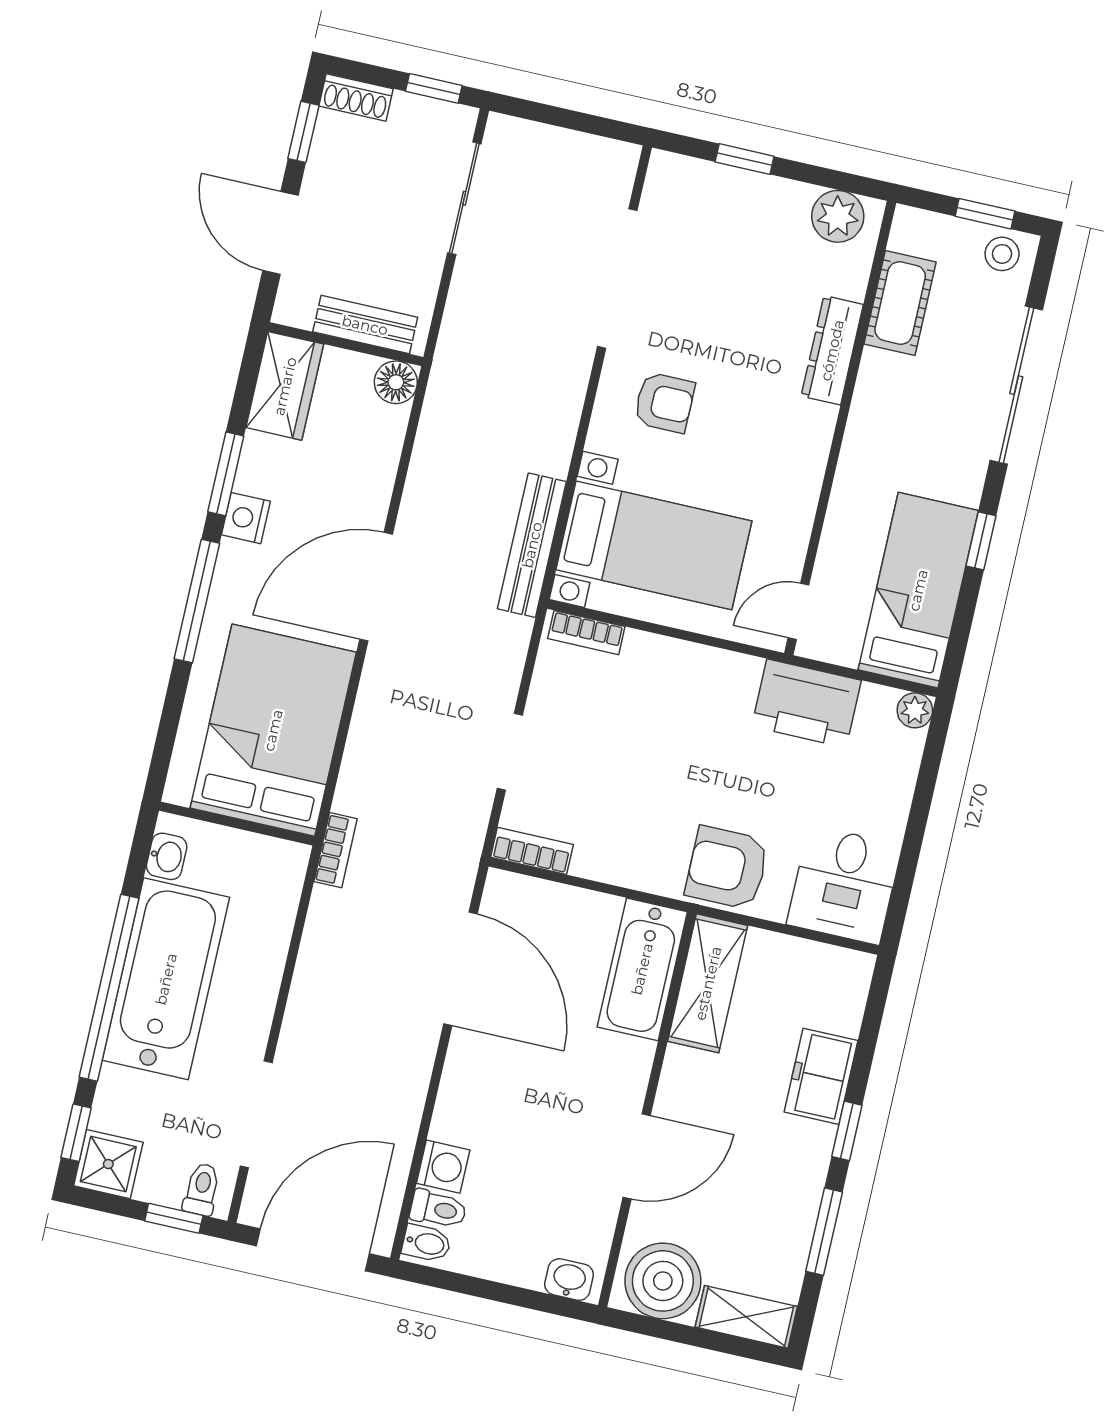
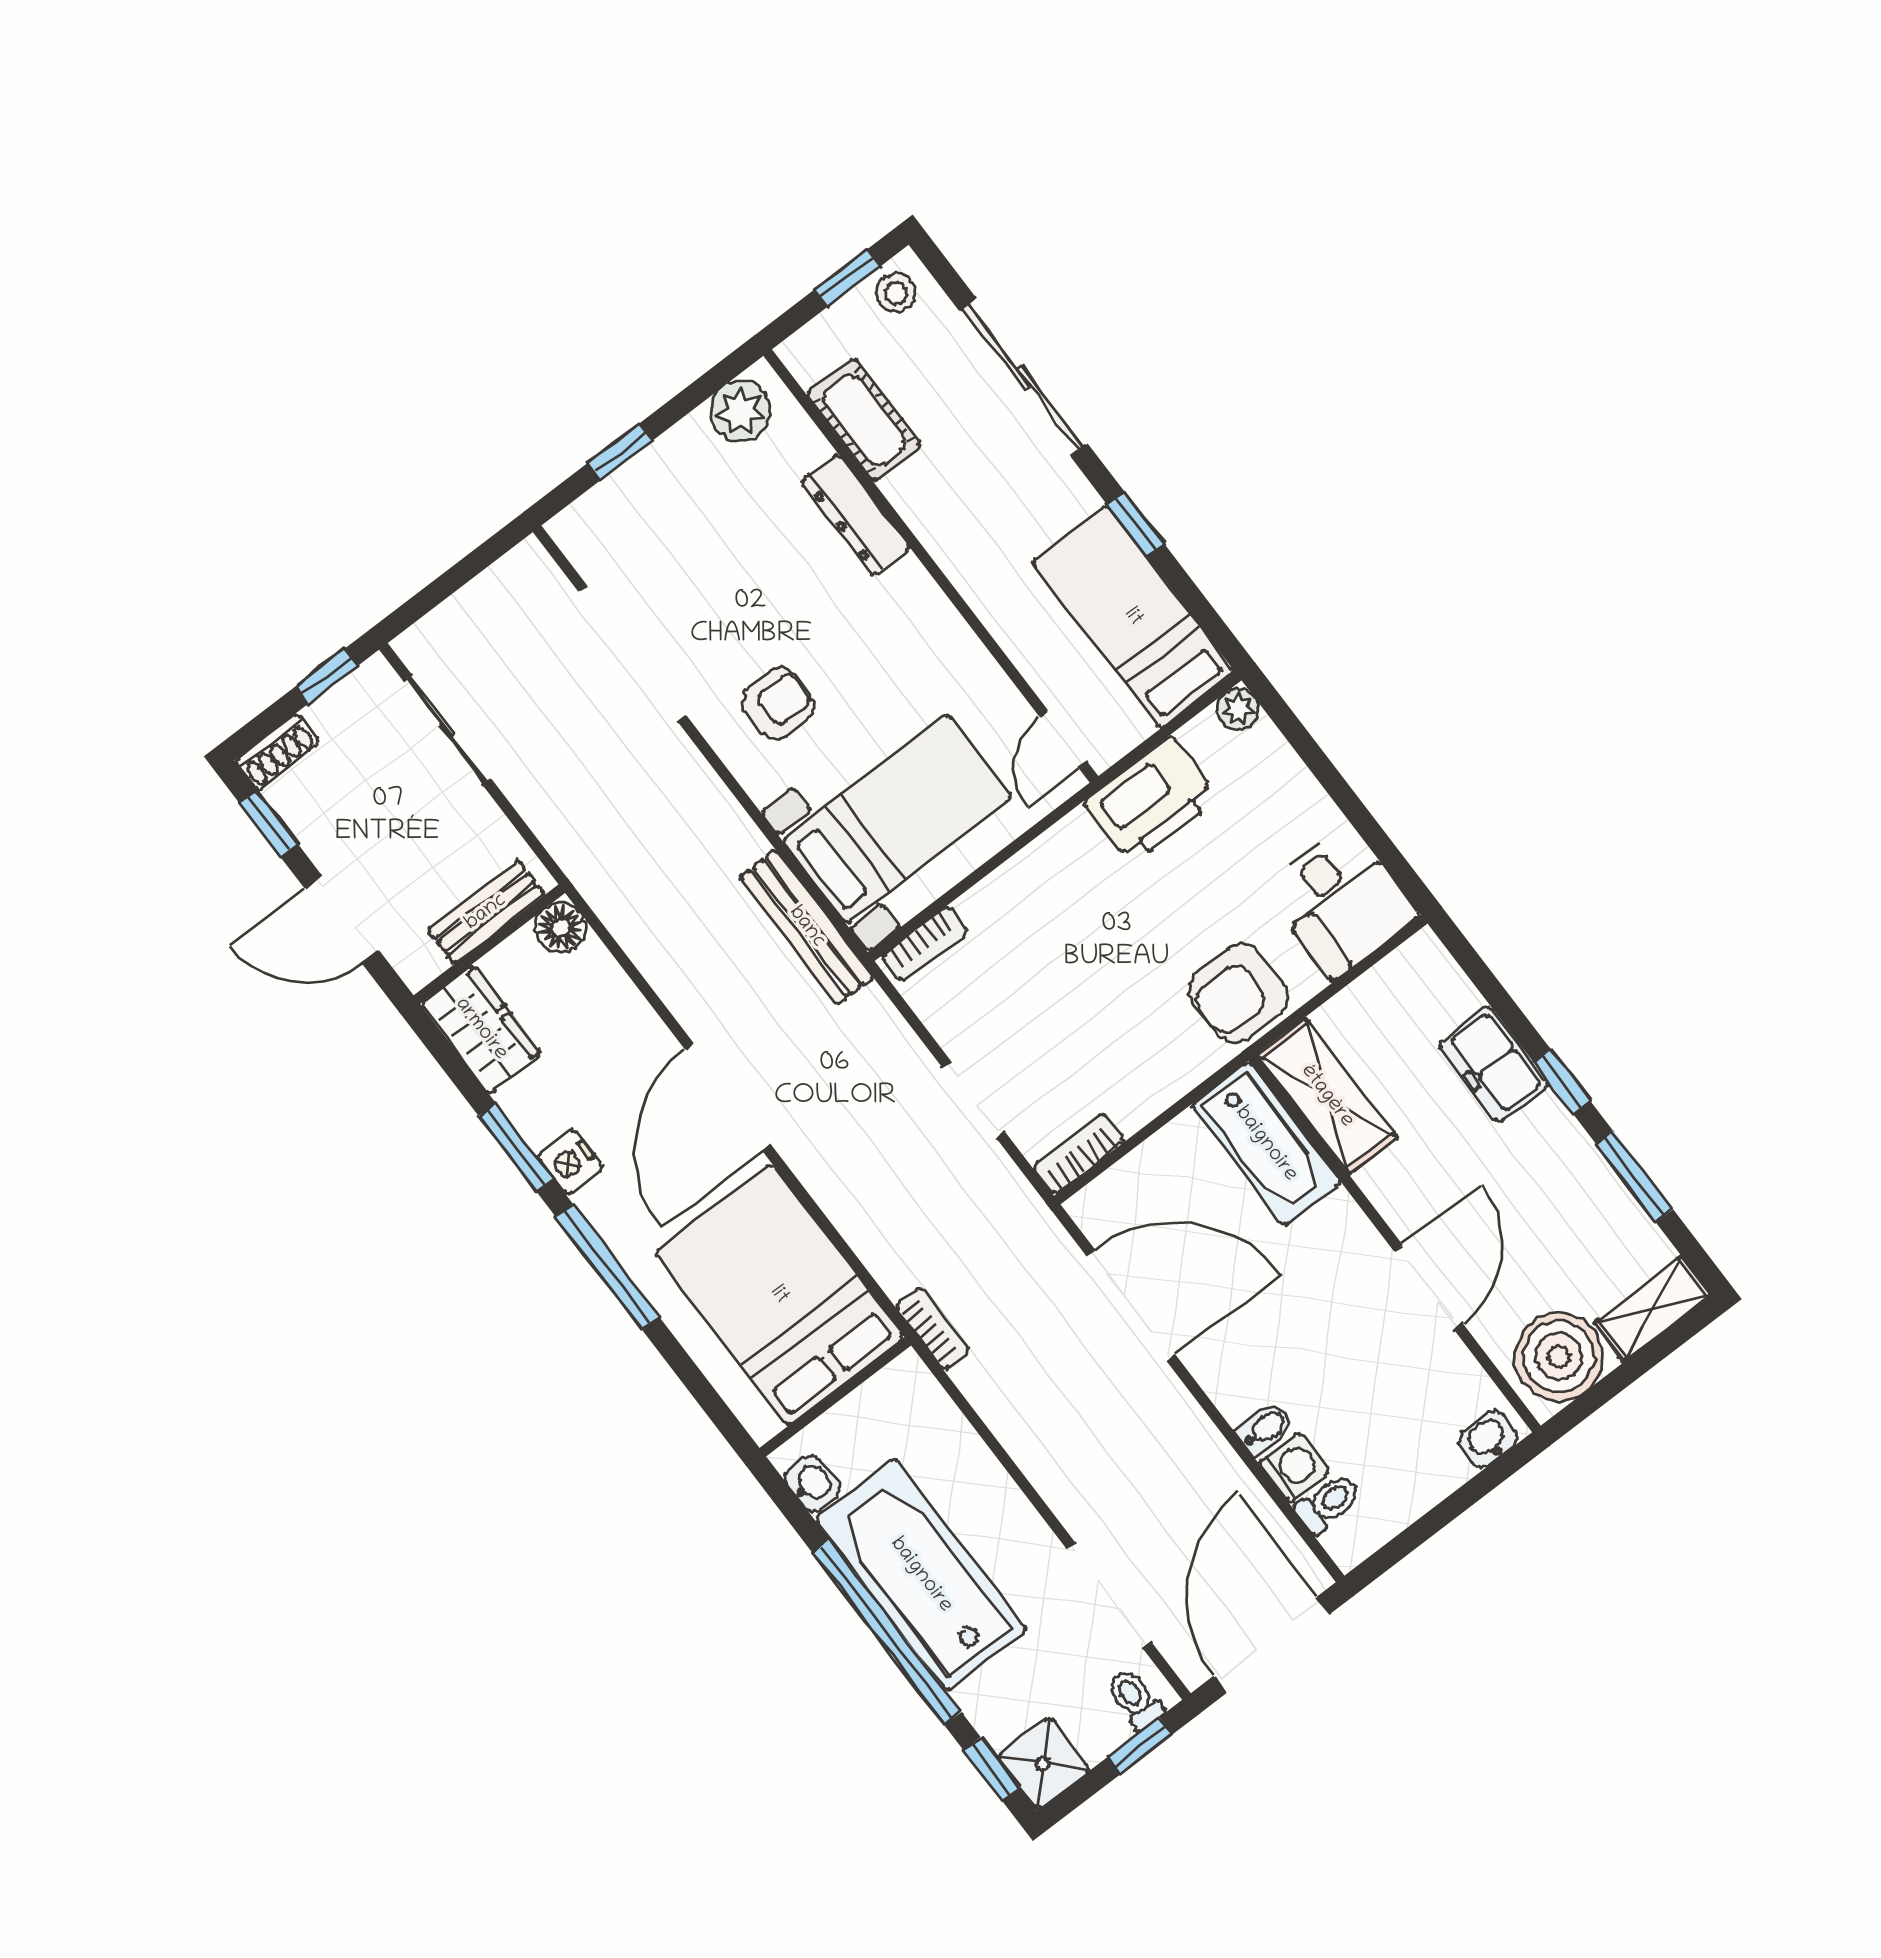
bidet: (426, 1243) -> (1265, 1429), moved

